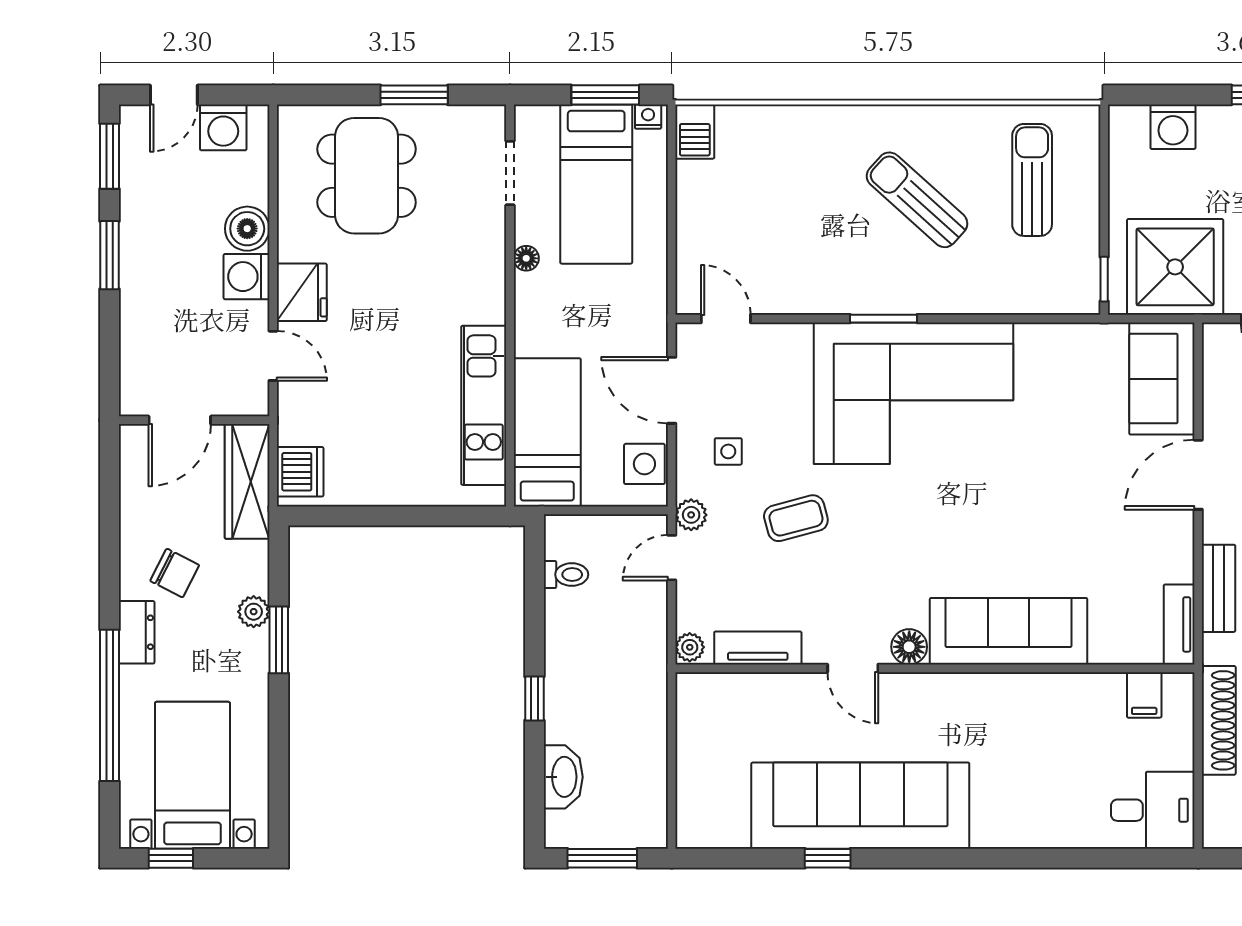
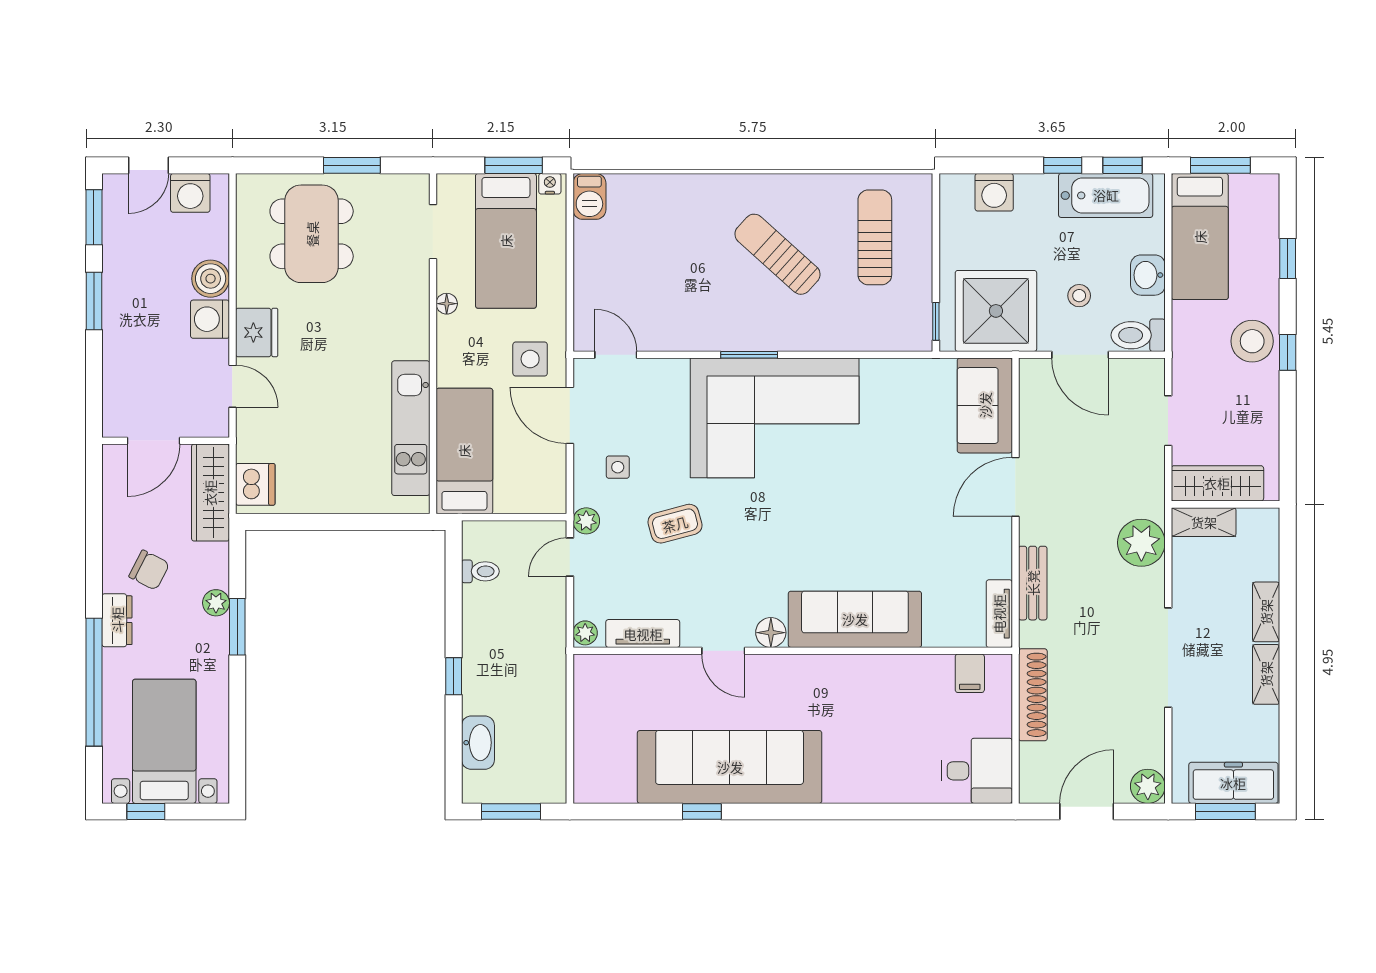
side table: (644, 464) -> (530, 359), moved

